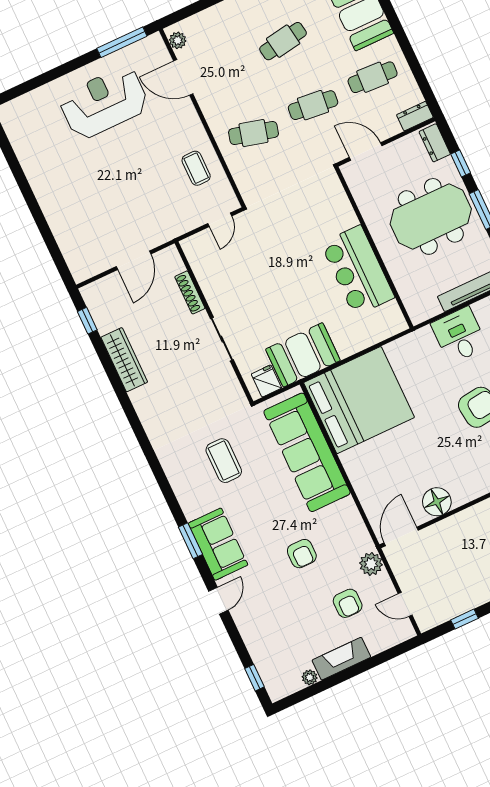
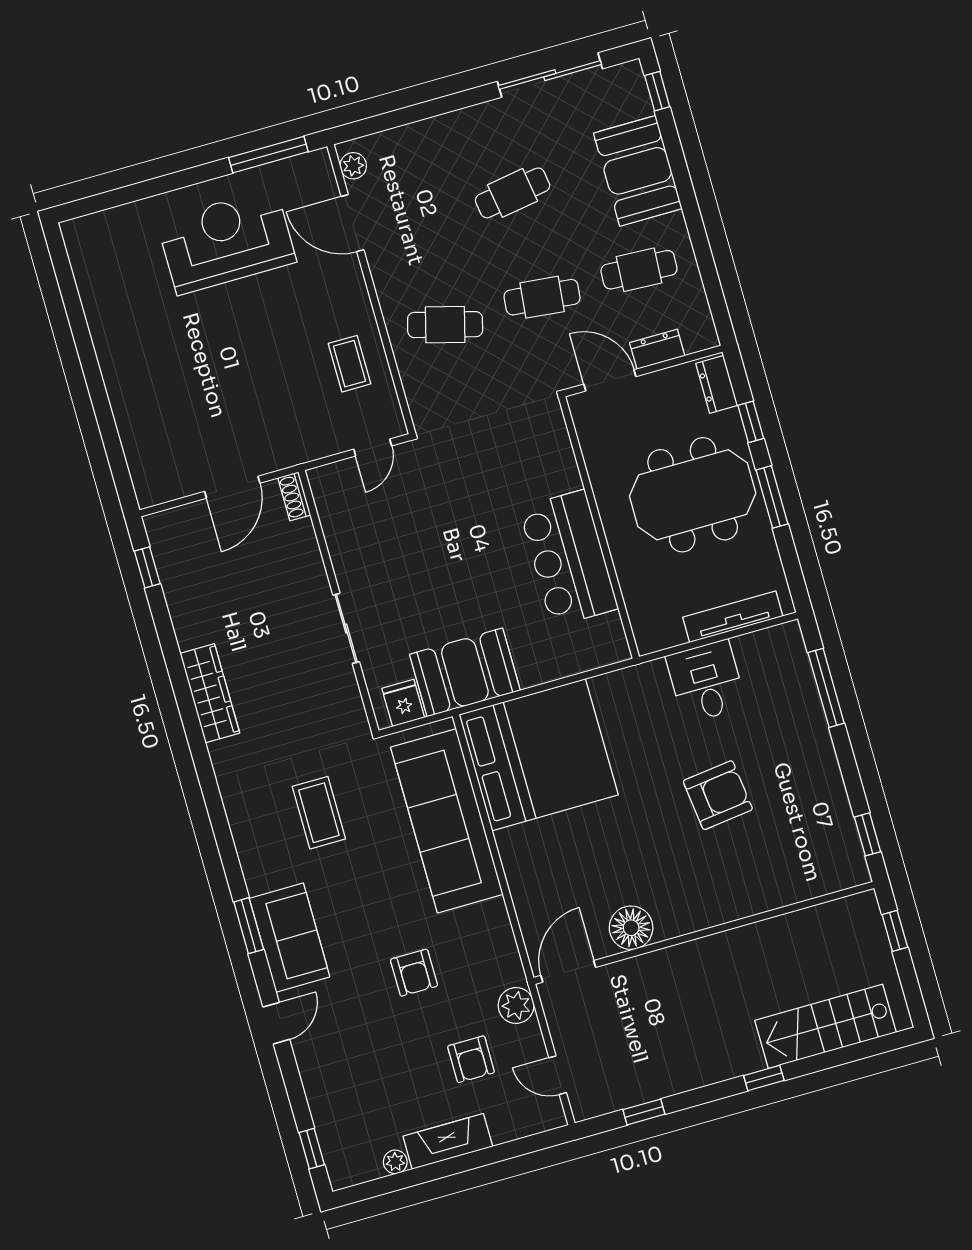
dresser: (415, 116) -> (657, 349), moved
shoe rack: (190, 292) -> (294, 496), moved, width x0.70
wardrobe: (124, 360) -> (210, 693), moved

